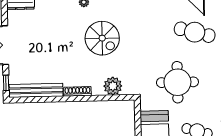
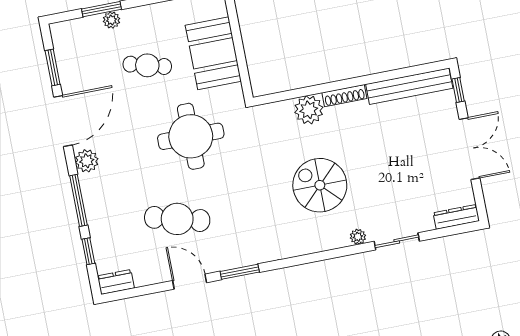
plant: (113, 86) -> (309, 110), moved

